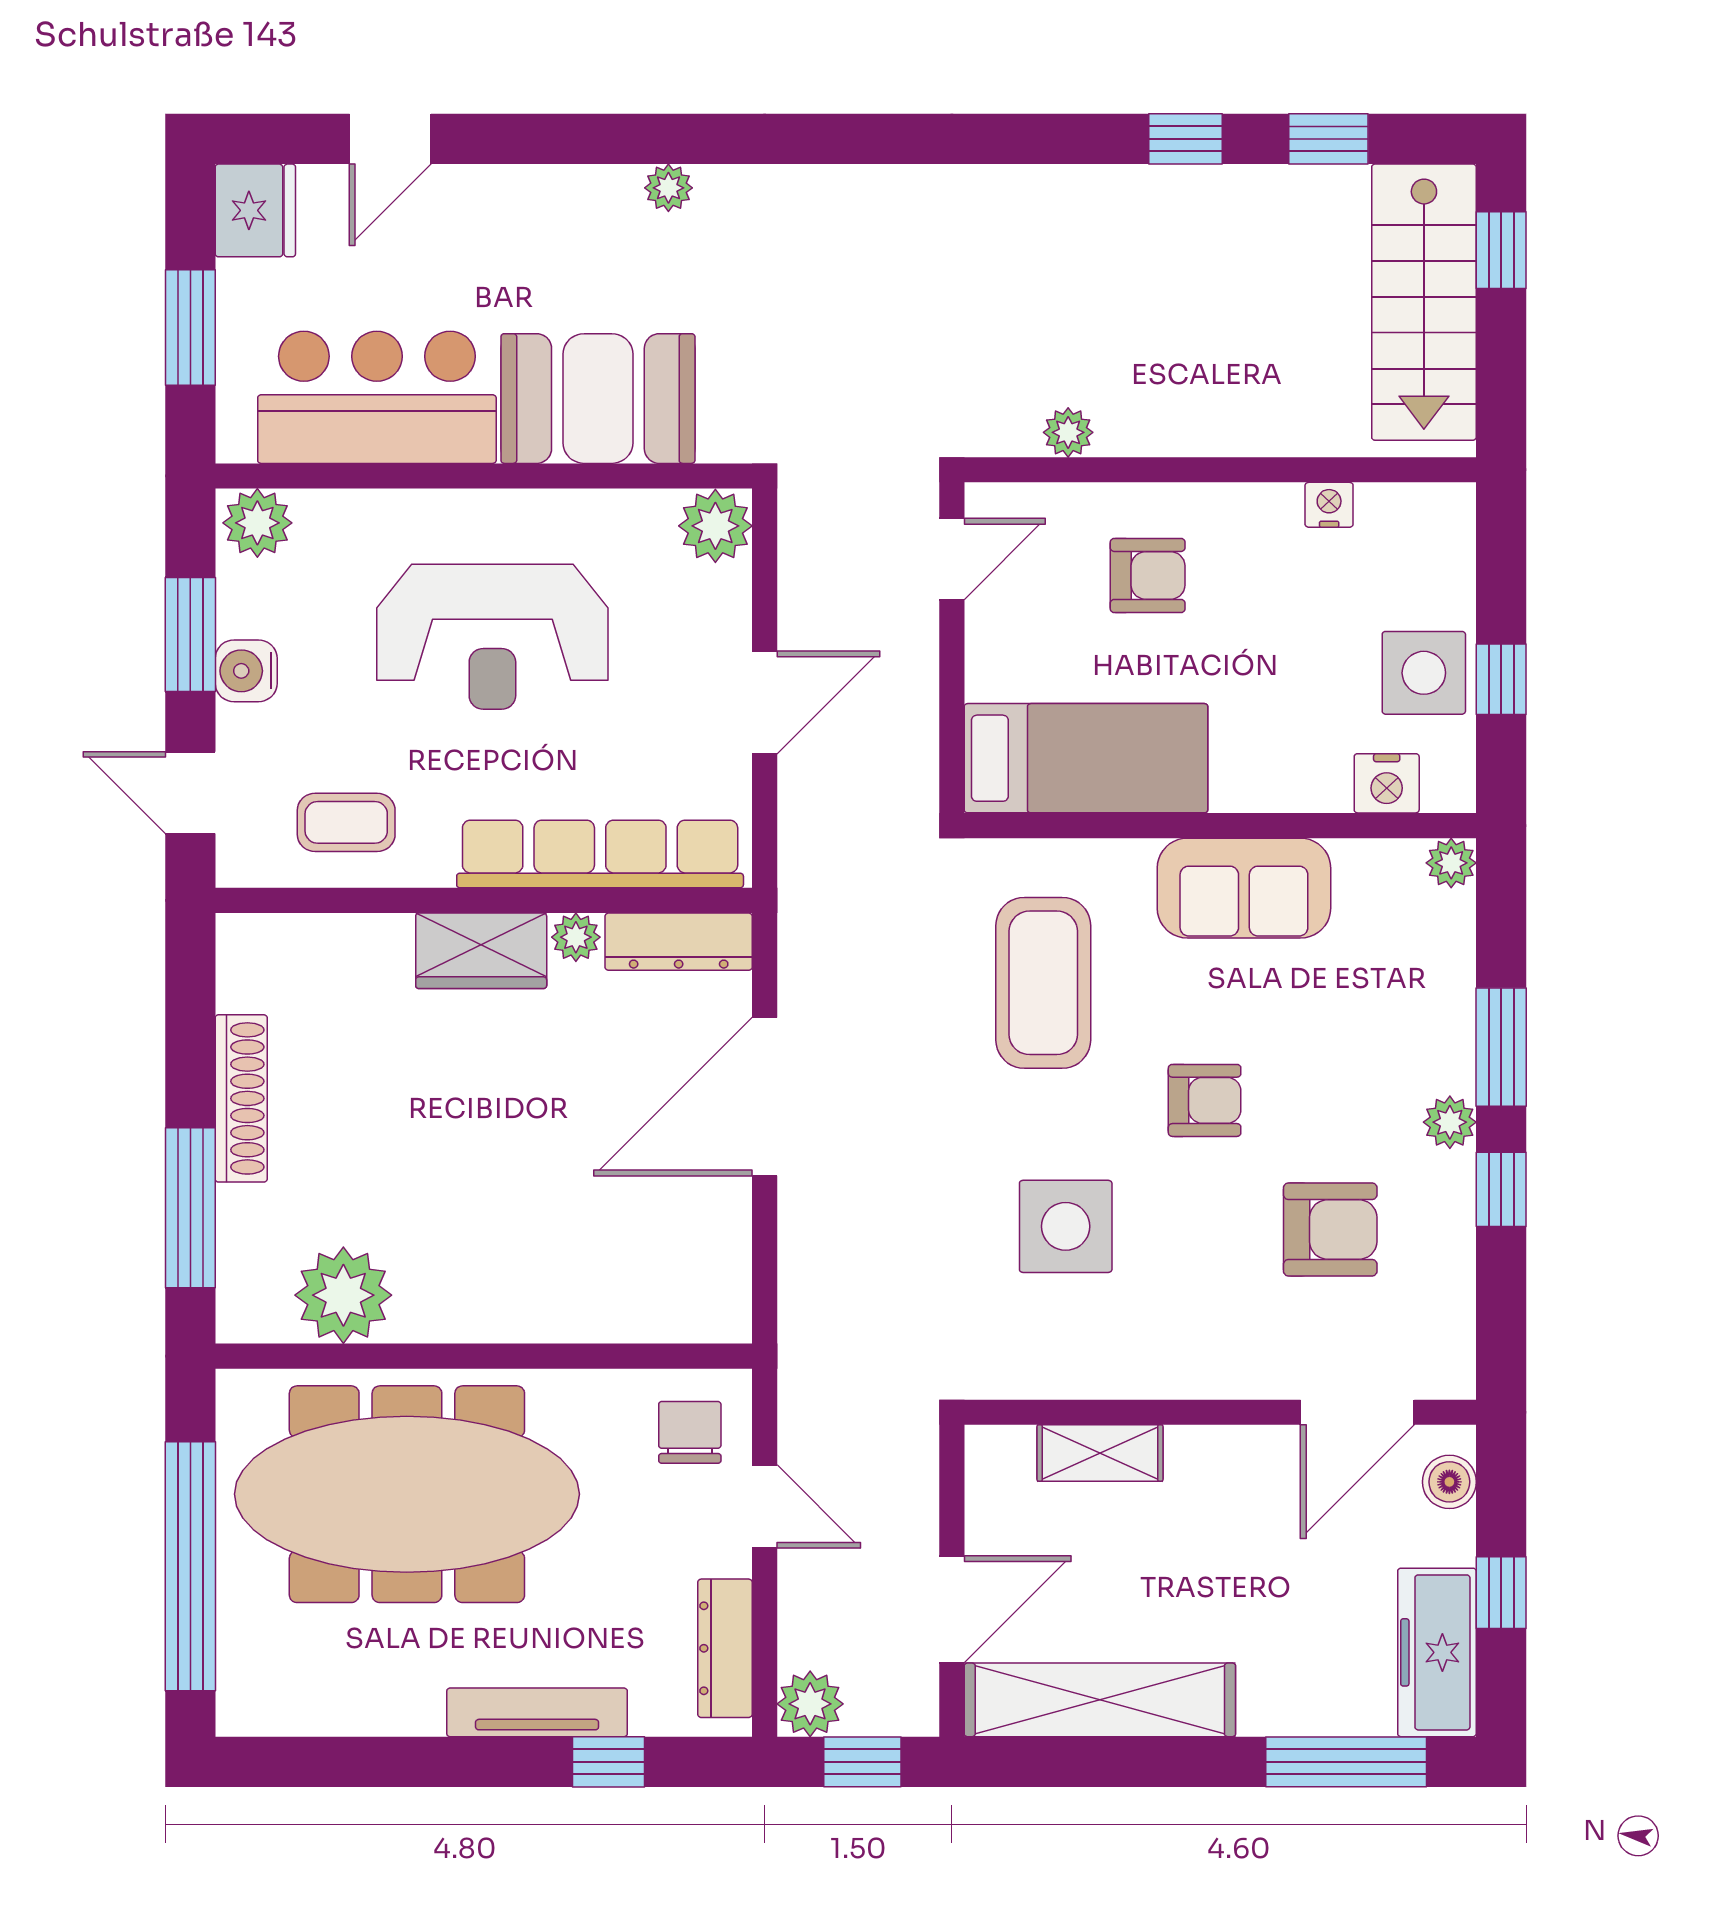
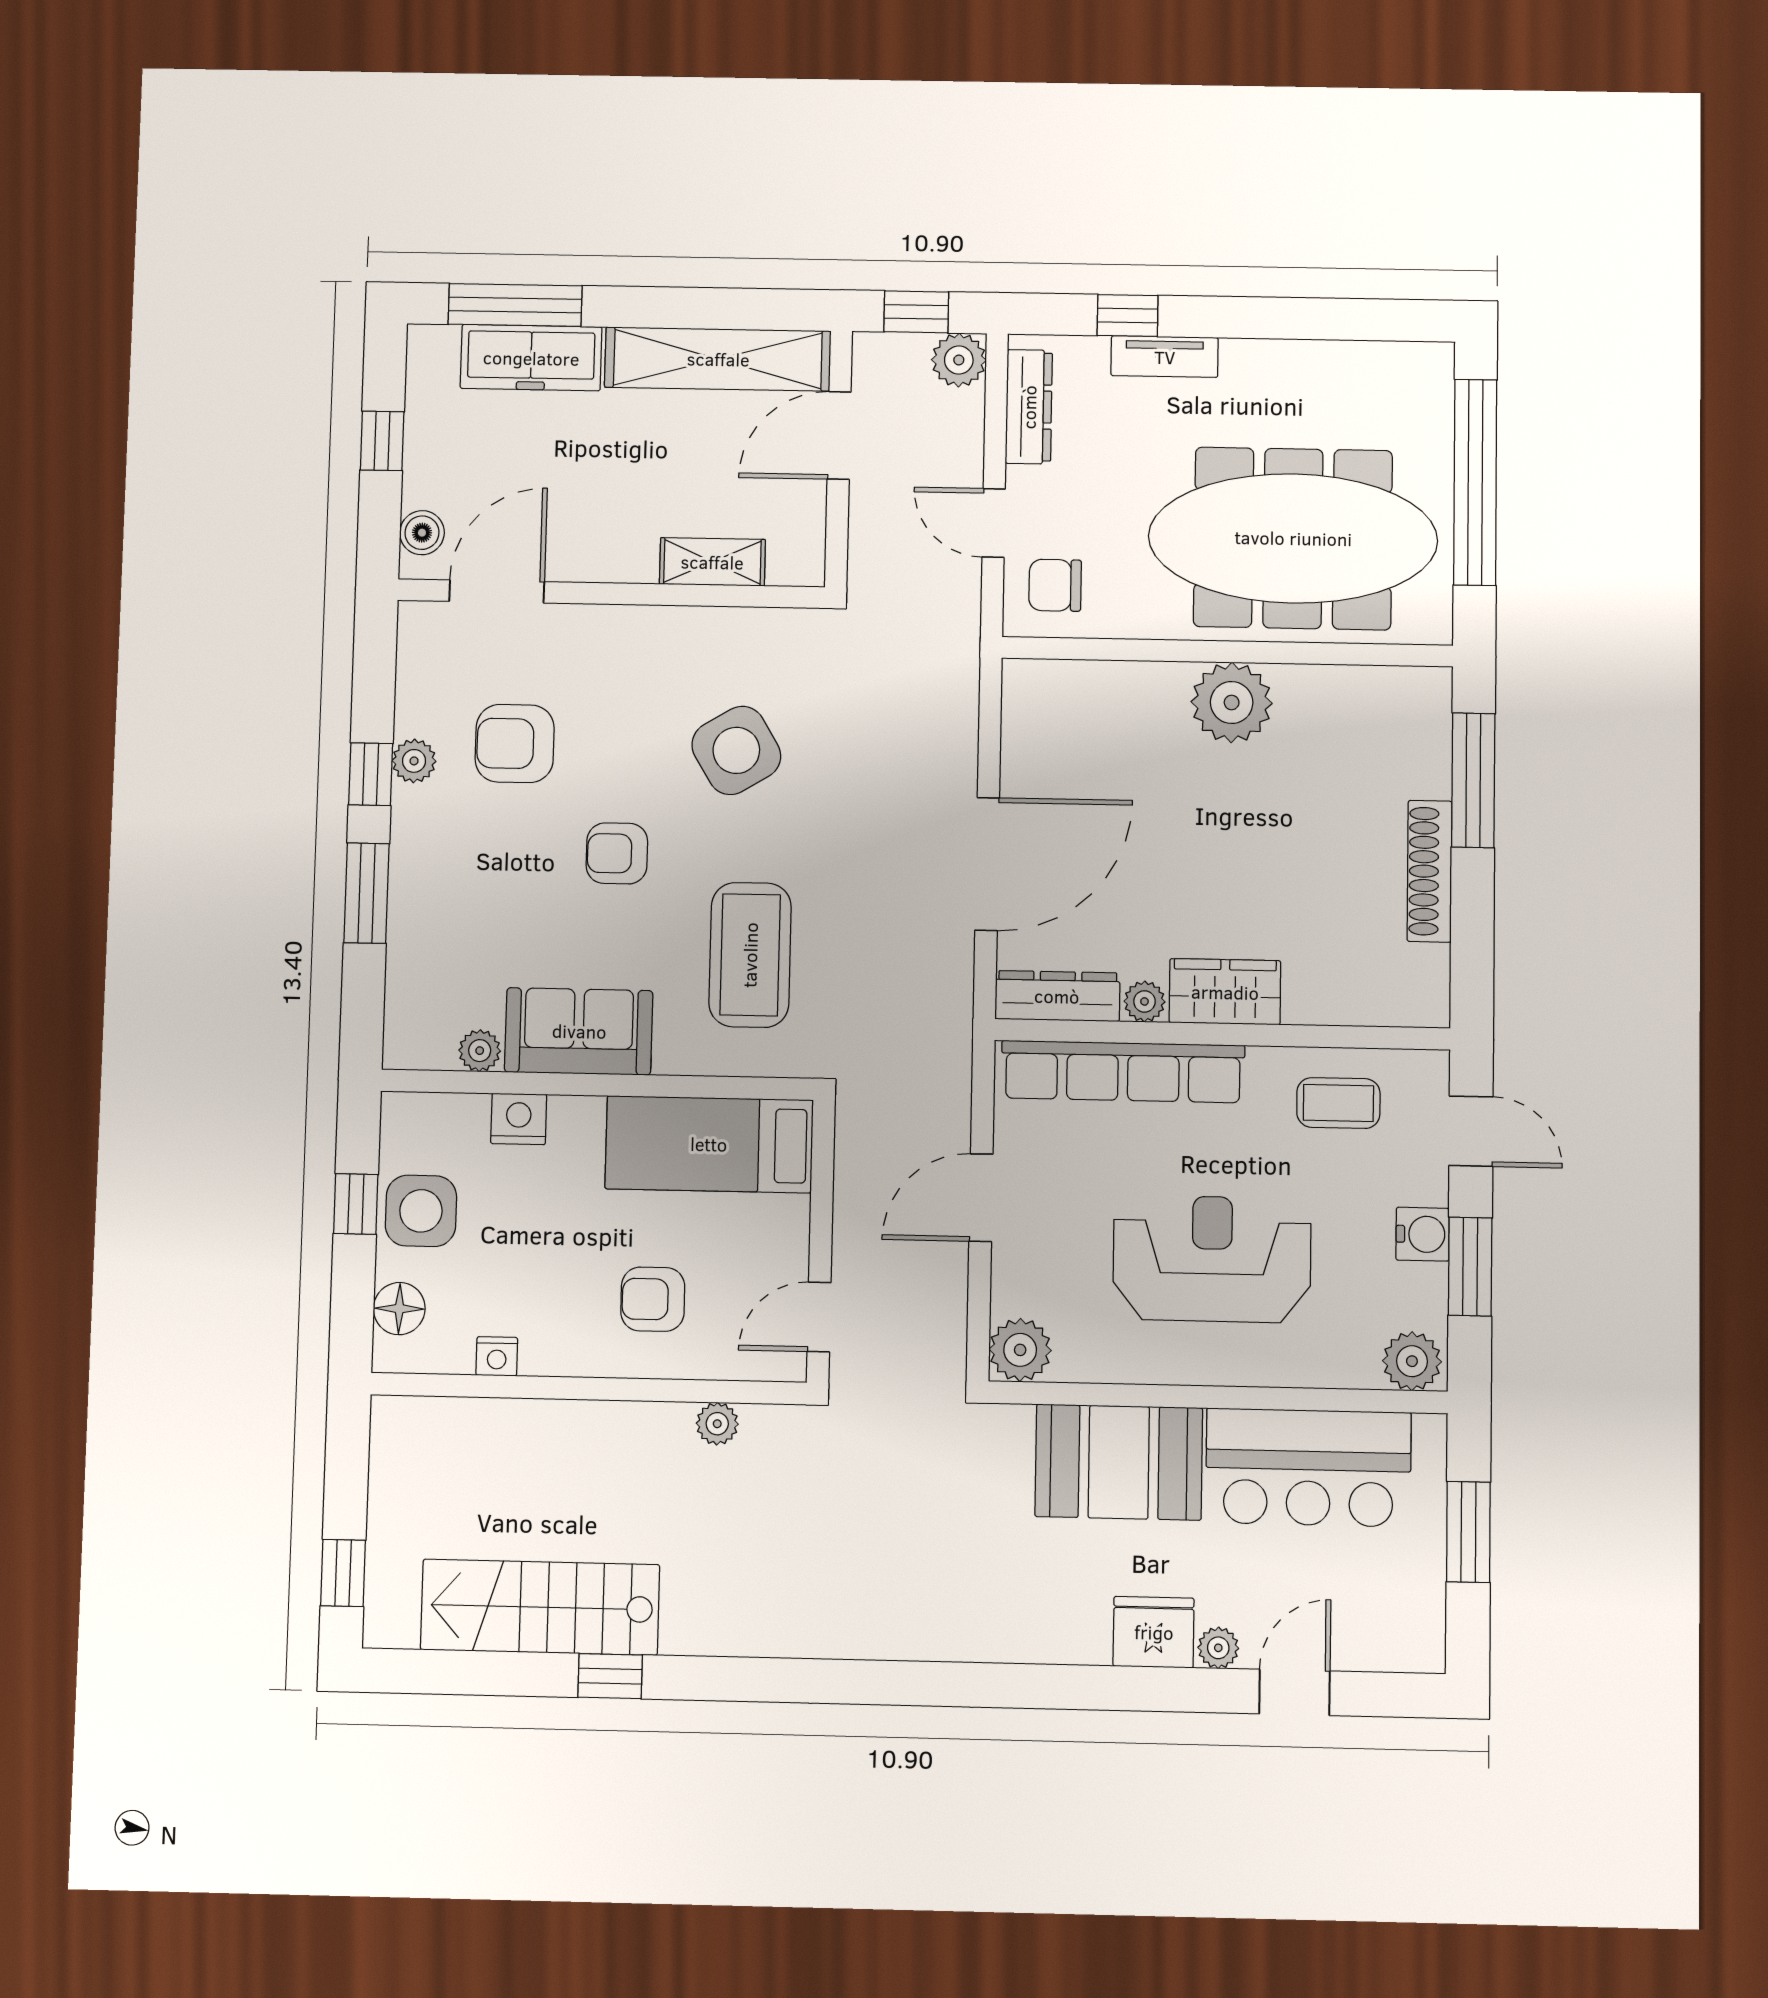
window: (1328, 139) -> (488, 1673), removed
plant: (668, 188) -> (1218, 1648), moved
fridge: (255, 210) -> (1154, 1632), moved, turned 90
stairs: (1424, 302) -> (540, 1607), moved, turned -90
floor lamp: (1446, 558) -> (399, 1309), added
nightstand: (1387, 783) -> (519, 1119), moved
plant: (1451, 863) -> (480, 1051), moved
plant: (1450, 1122) -> (414, 761), moved
side table: (1066, 1226) -> (736, 750), turned -31
plant: (343, 1295) -> (1232, 702), moved
chair: (690, 1432) -> (1055, 585), turned 90
freezer: (1437, 1652) -> (531, 358), moved, turned 90
tv unit: (537, 1712) -> (1165, 357), width x0.71

